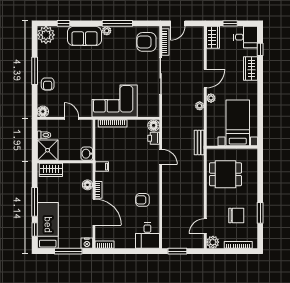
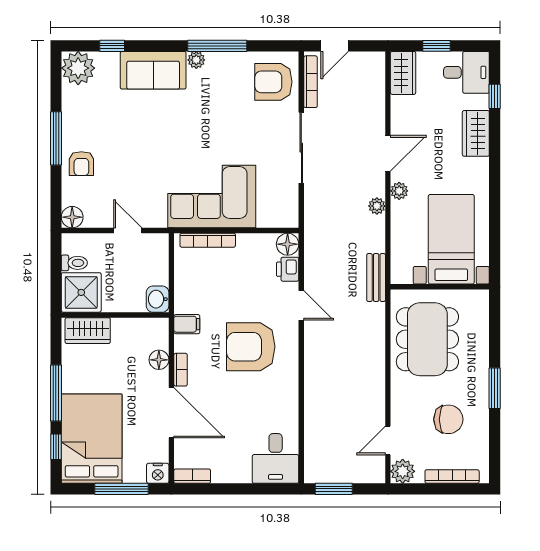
dining table: (225, 174) -> (427, 339), width x1.38
armchair: (142, 200) -> (251, 347), moved, width x1.88, depth x1.88
window: (260, 213) -> (495, 388), moved
bed: (48, 225) -> (92, 439), width x1.50

